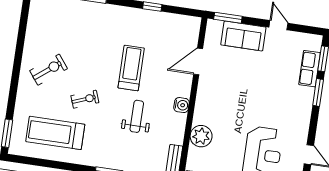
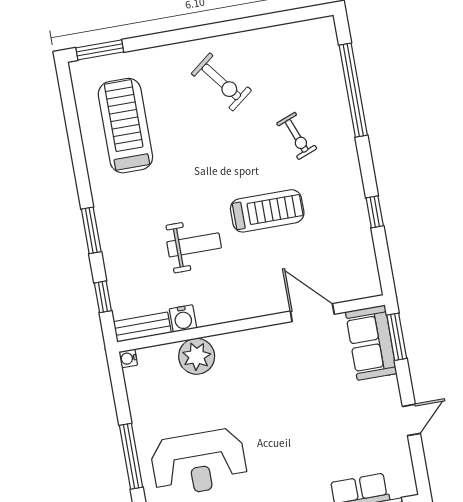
sofa: (243, 36) -> (371, 343), moved
exercise bike: (85, 99) -> (297, 136), moved
water cooler: (181, 105) -> (183, 318), moved

